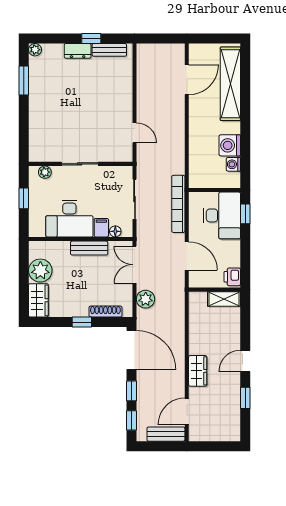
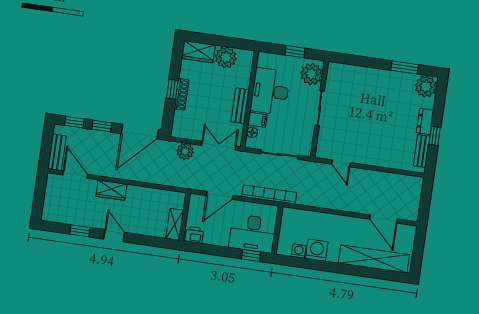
plant: (35, 50) -> (426, 86), width x1.87, depth x1.87
door: (135, 133) -> (341, 163), hinge flipped
plant: (45, 172) -> (311, 74), width x1.88, depth x1.88
shoe rack: (105, 312) -> (182, 94), moved

